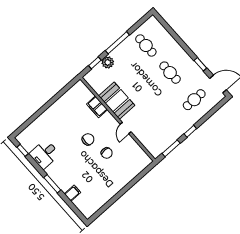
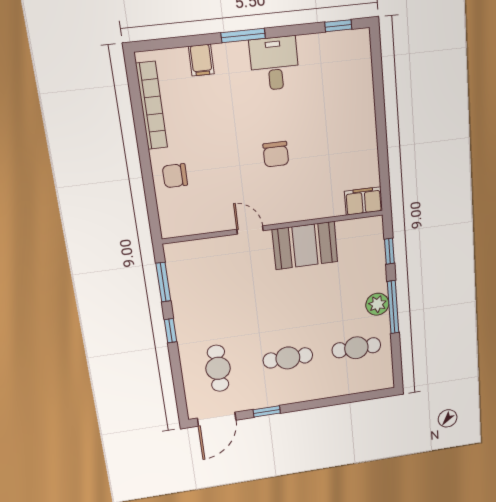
plant: (108, 62) -> (377, 304), moved
filing cabinet: (97, 107) -> (364, 201), moved
chair: (107, 153) -> (175, 176), moved
desk: (45, 154) -> (274, 64), moved
bookcase: (103, 200) -> (152, 106), added

